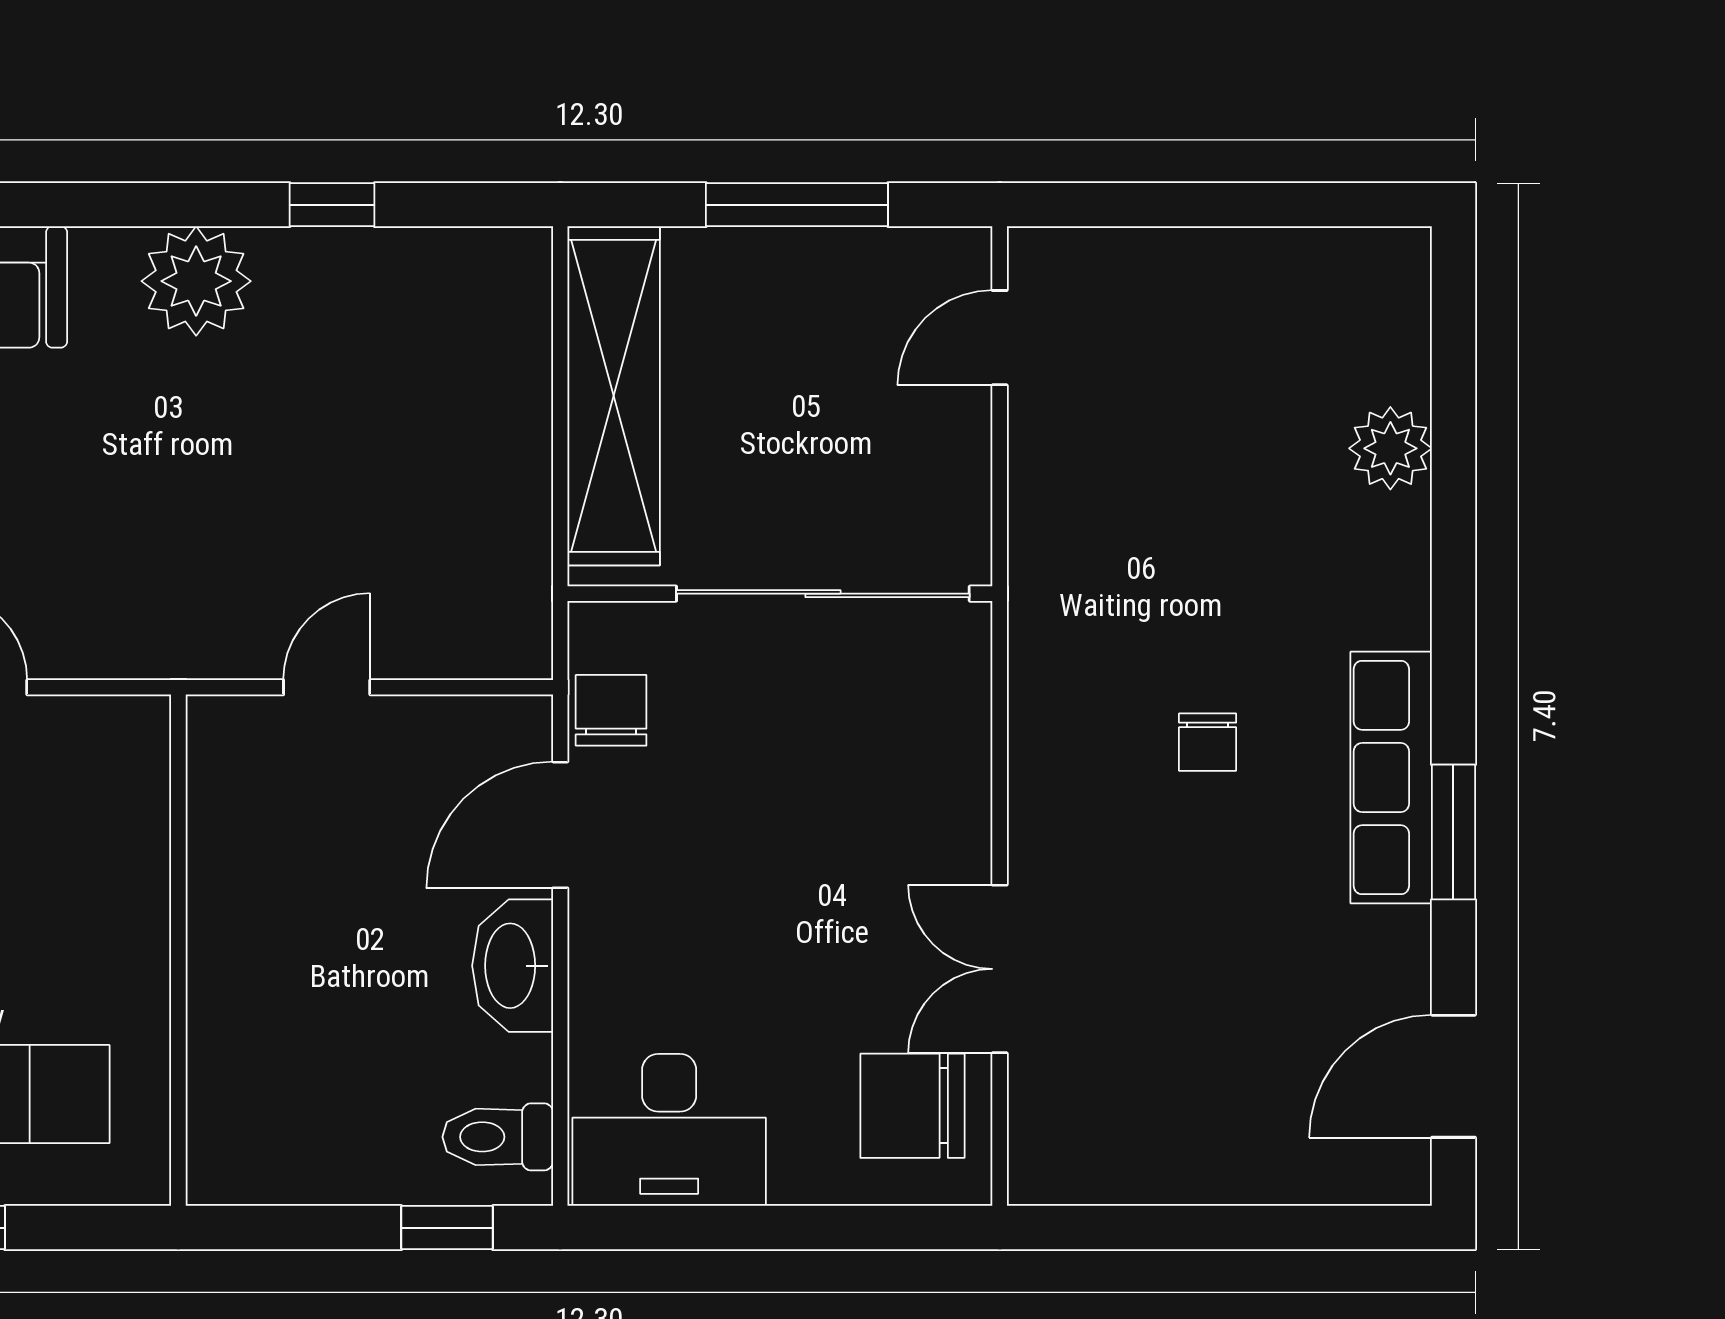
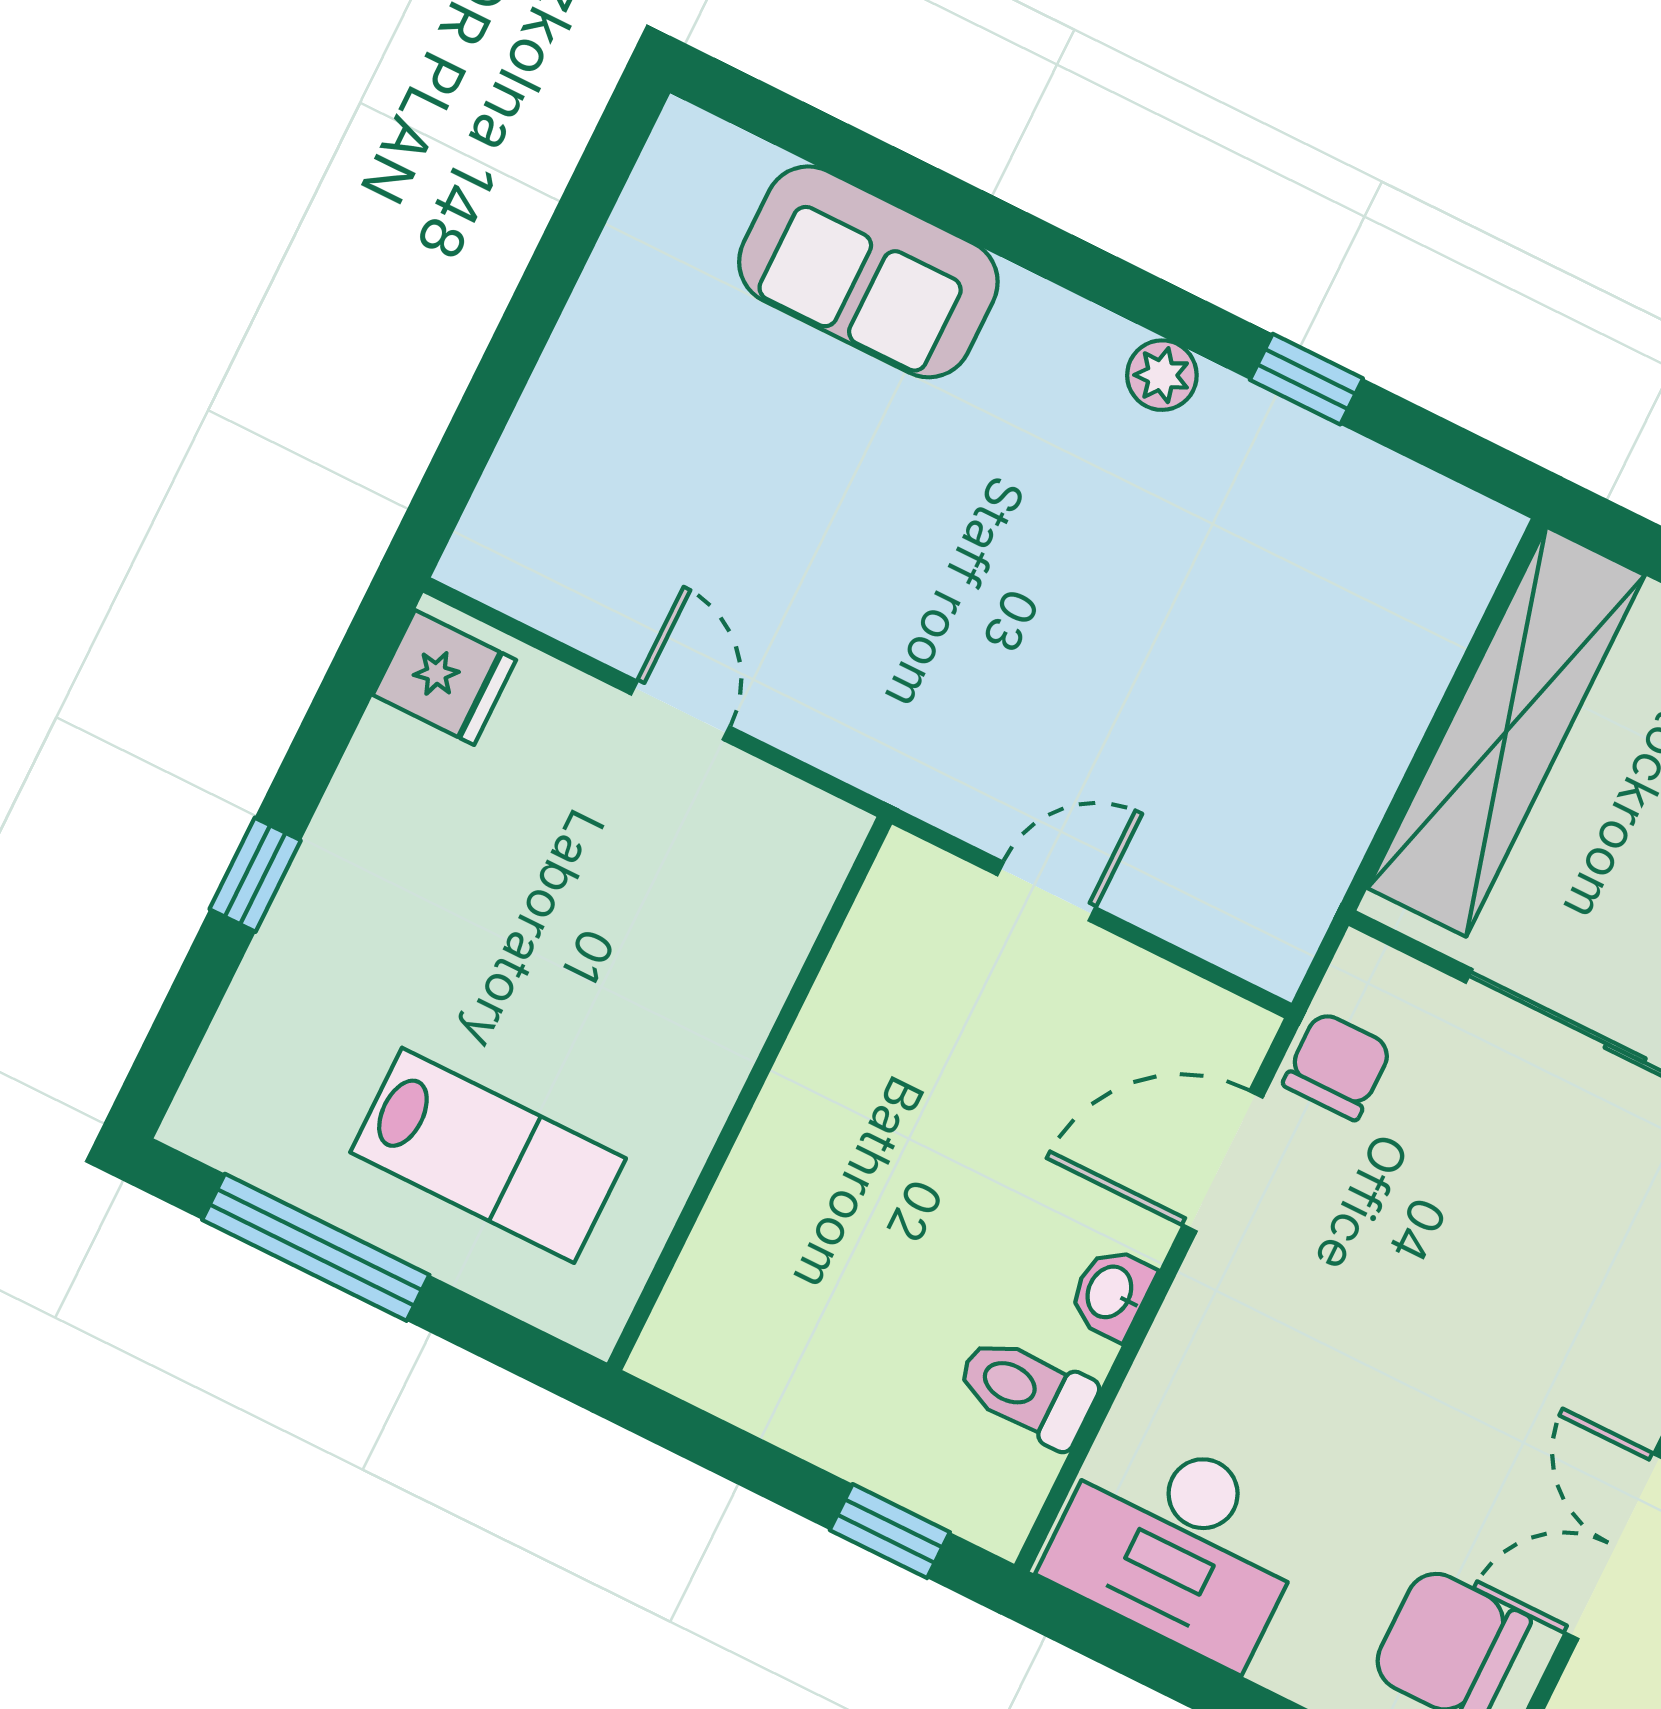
plant: (196, 281) -> (1162, 375), width x0.53, depth x0.53
washbasin: (513, 966) -> (1111, 1293), width x0.52, depth x0.69
toilet: (498, 1137) -> (1026, 1391), moved

